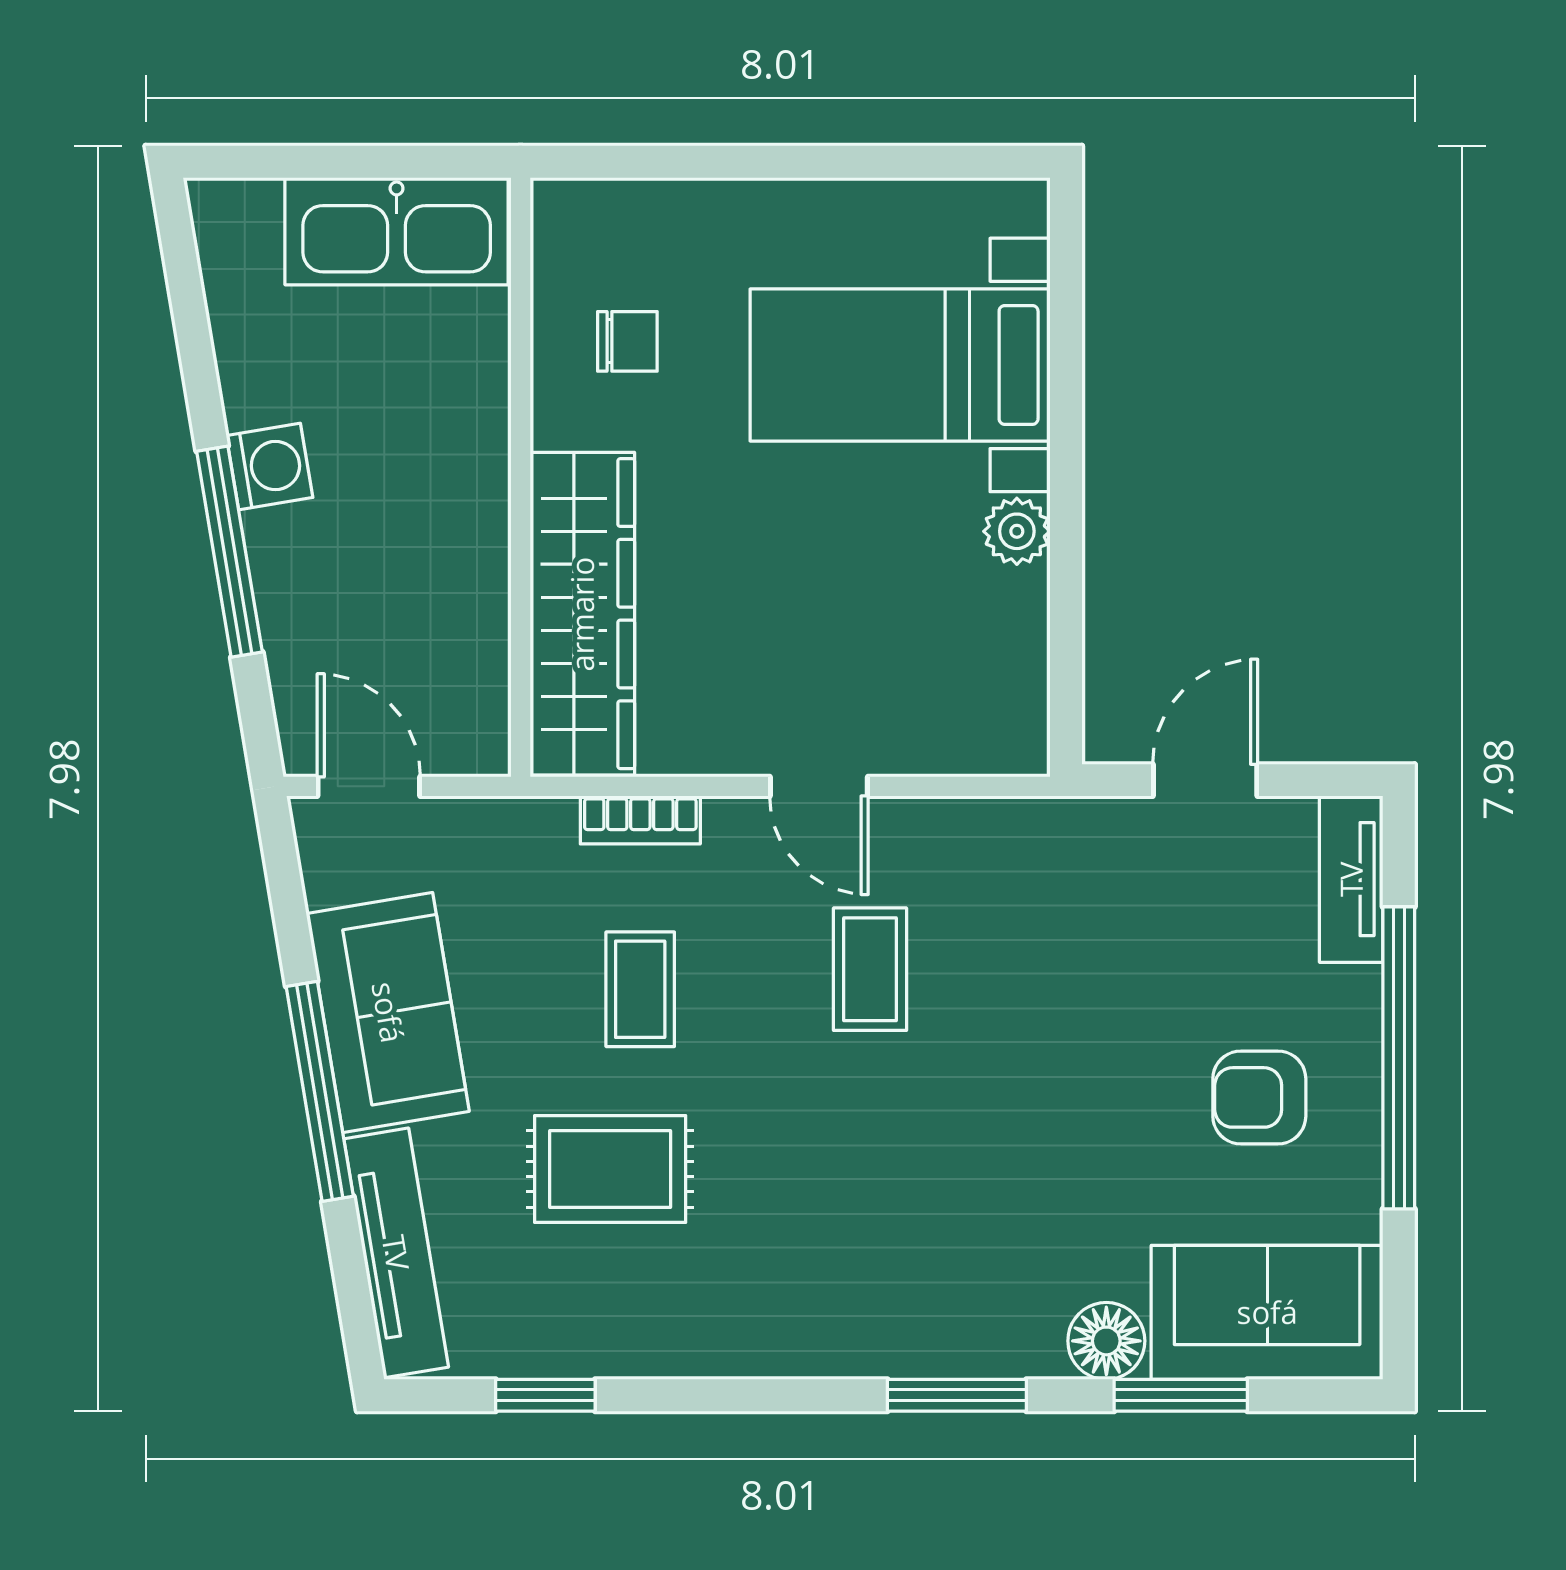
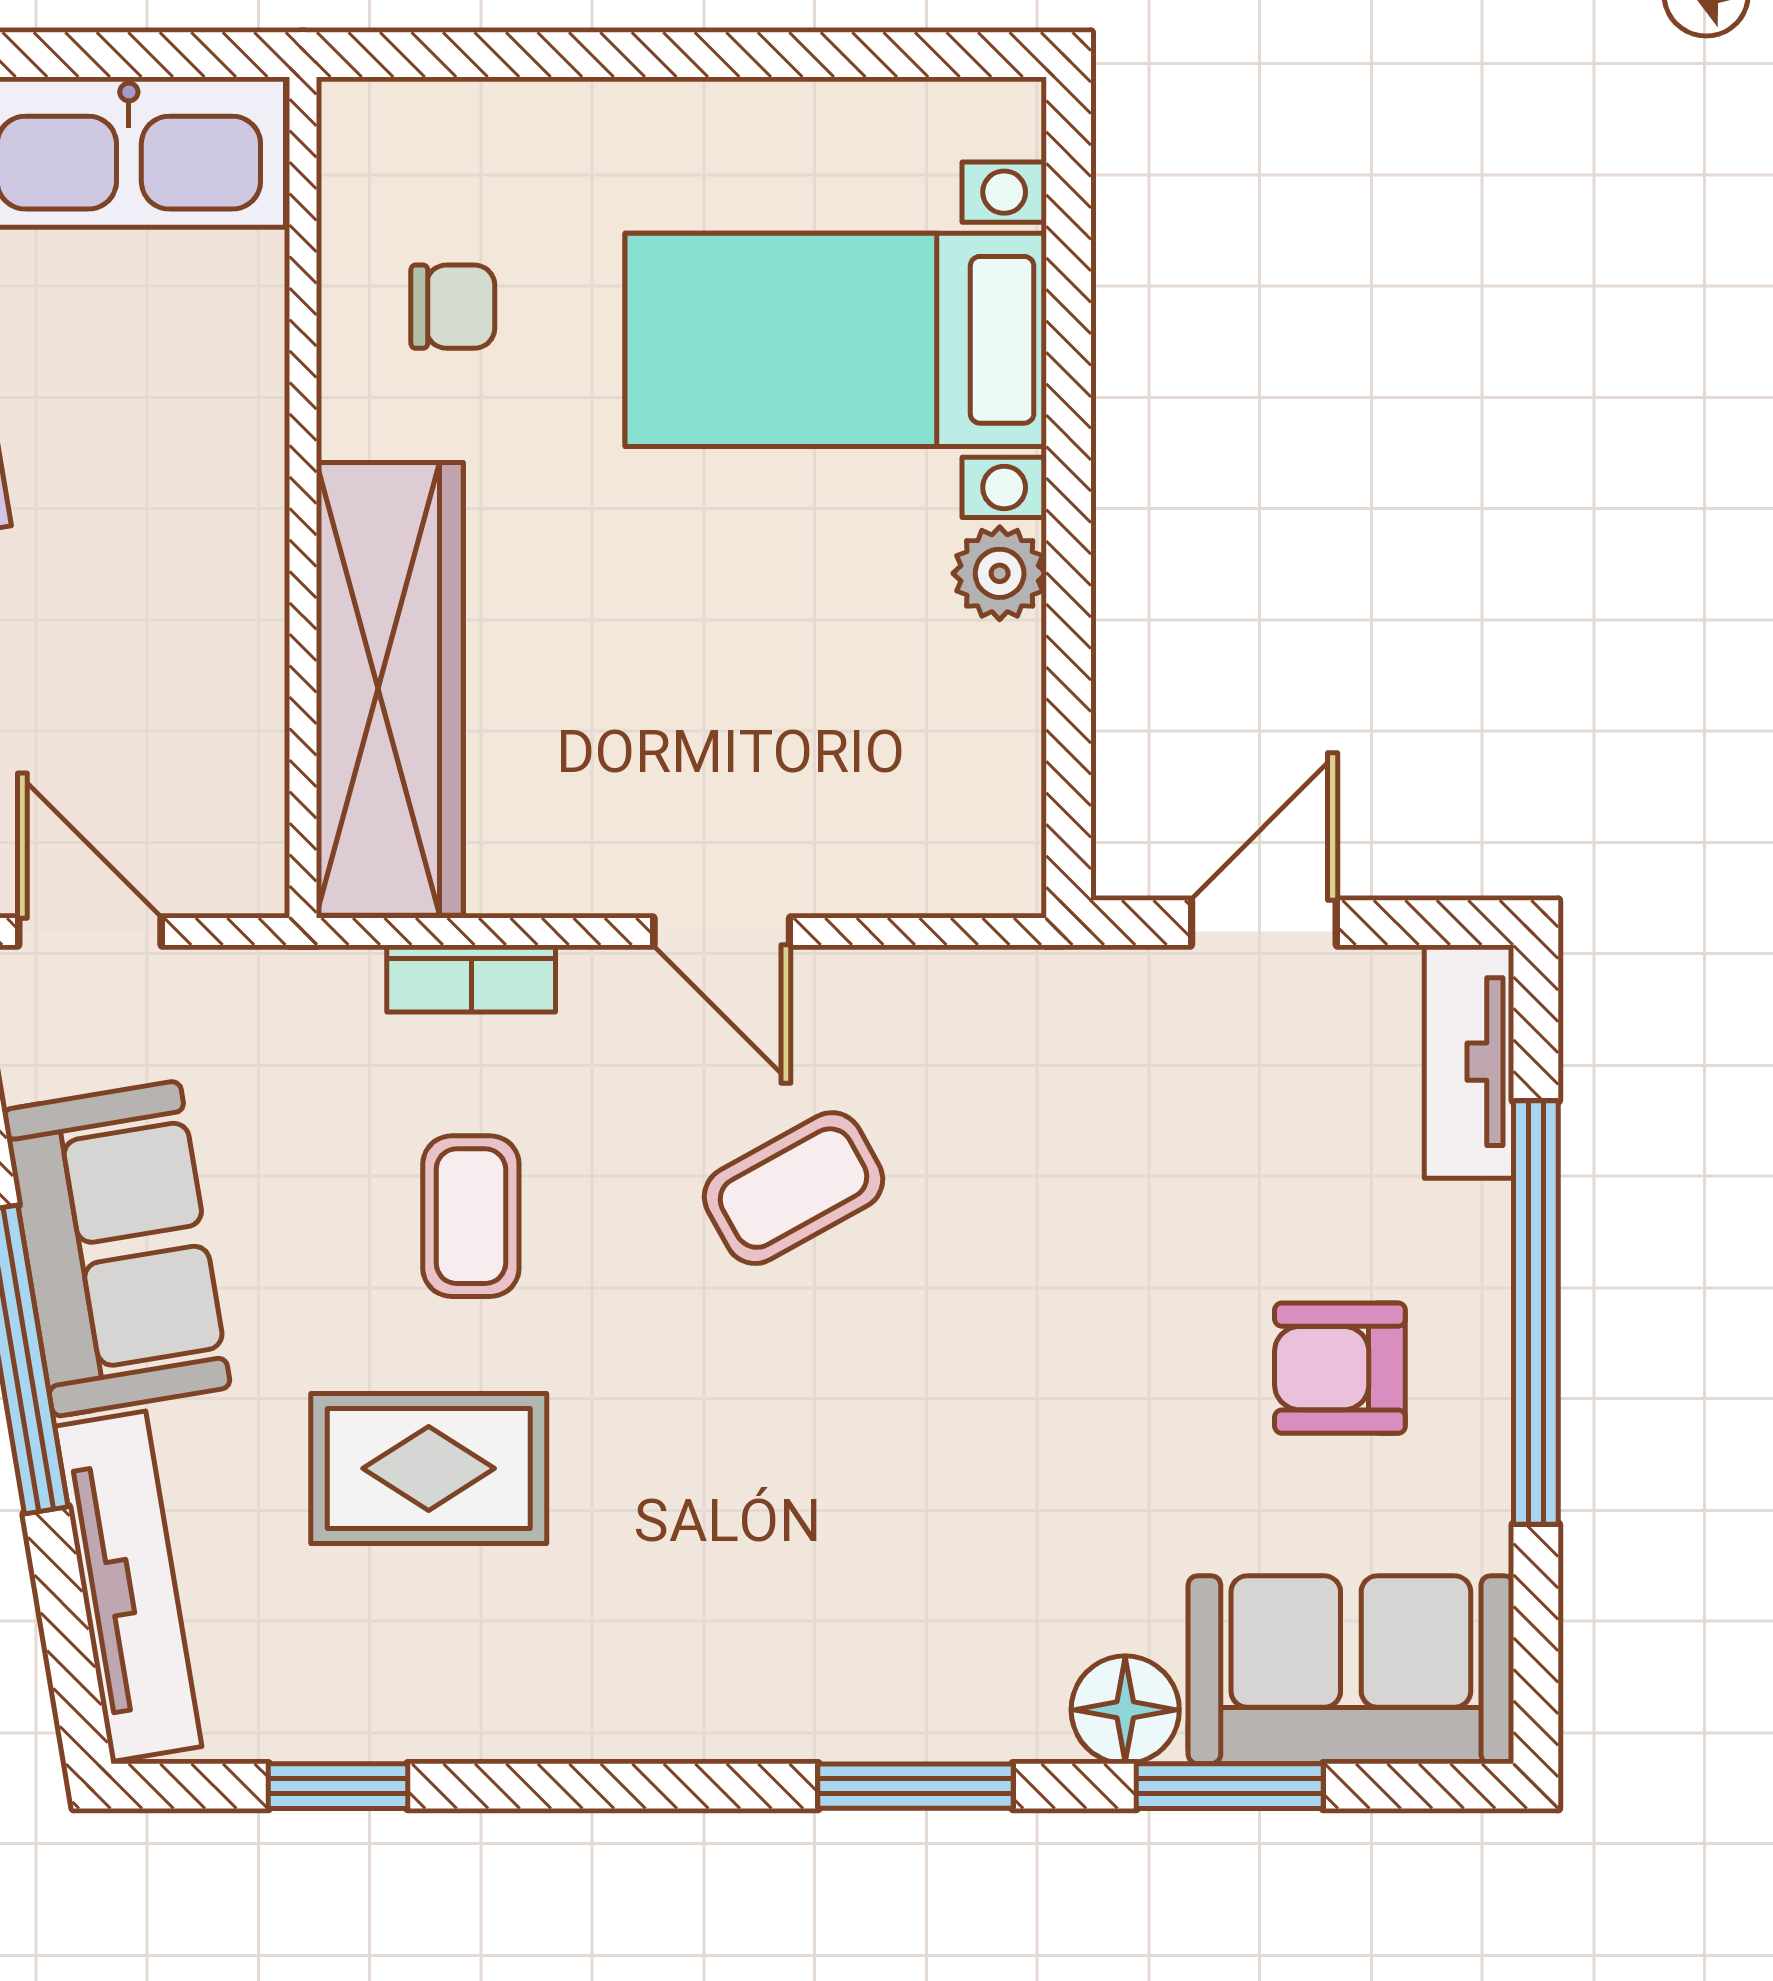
coffee table: (870, 969) -> (794, 1188), turned 61

